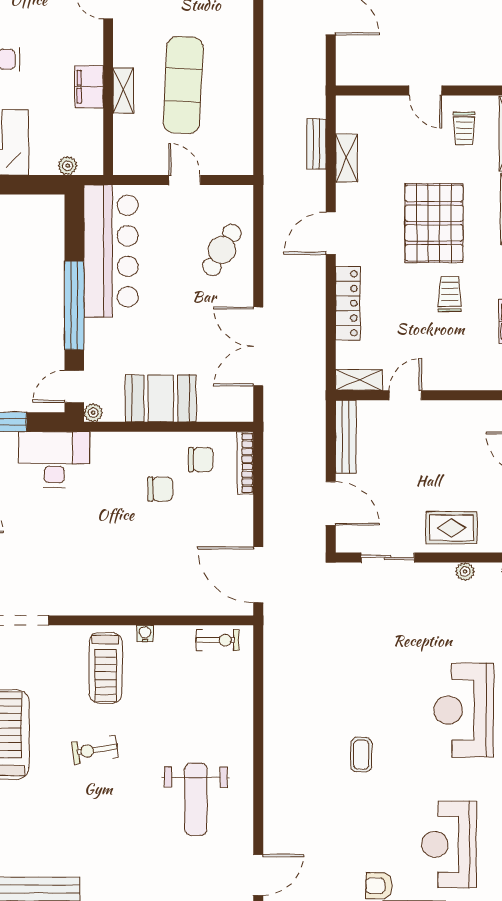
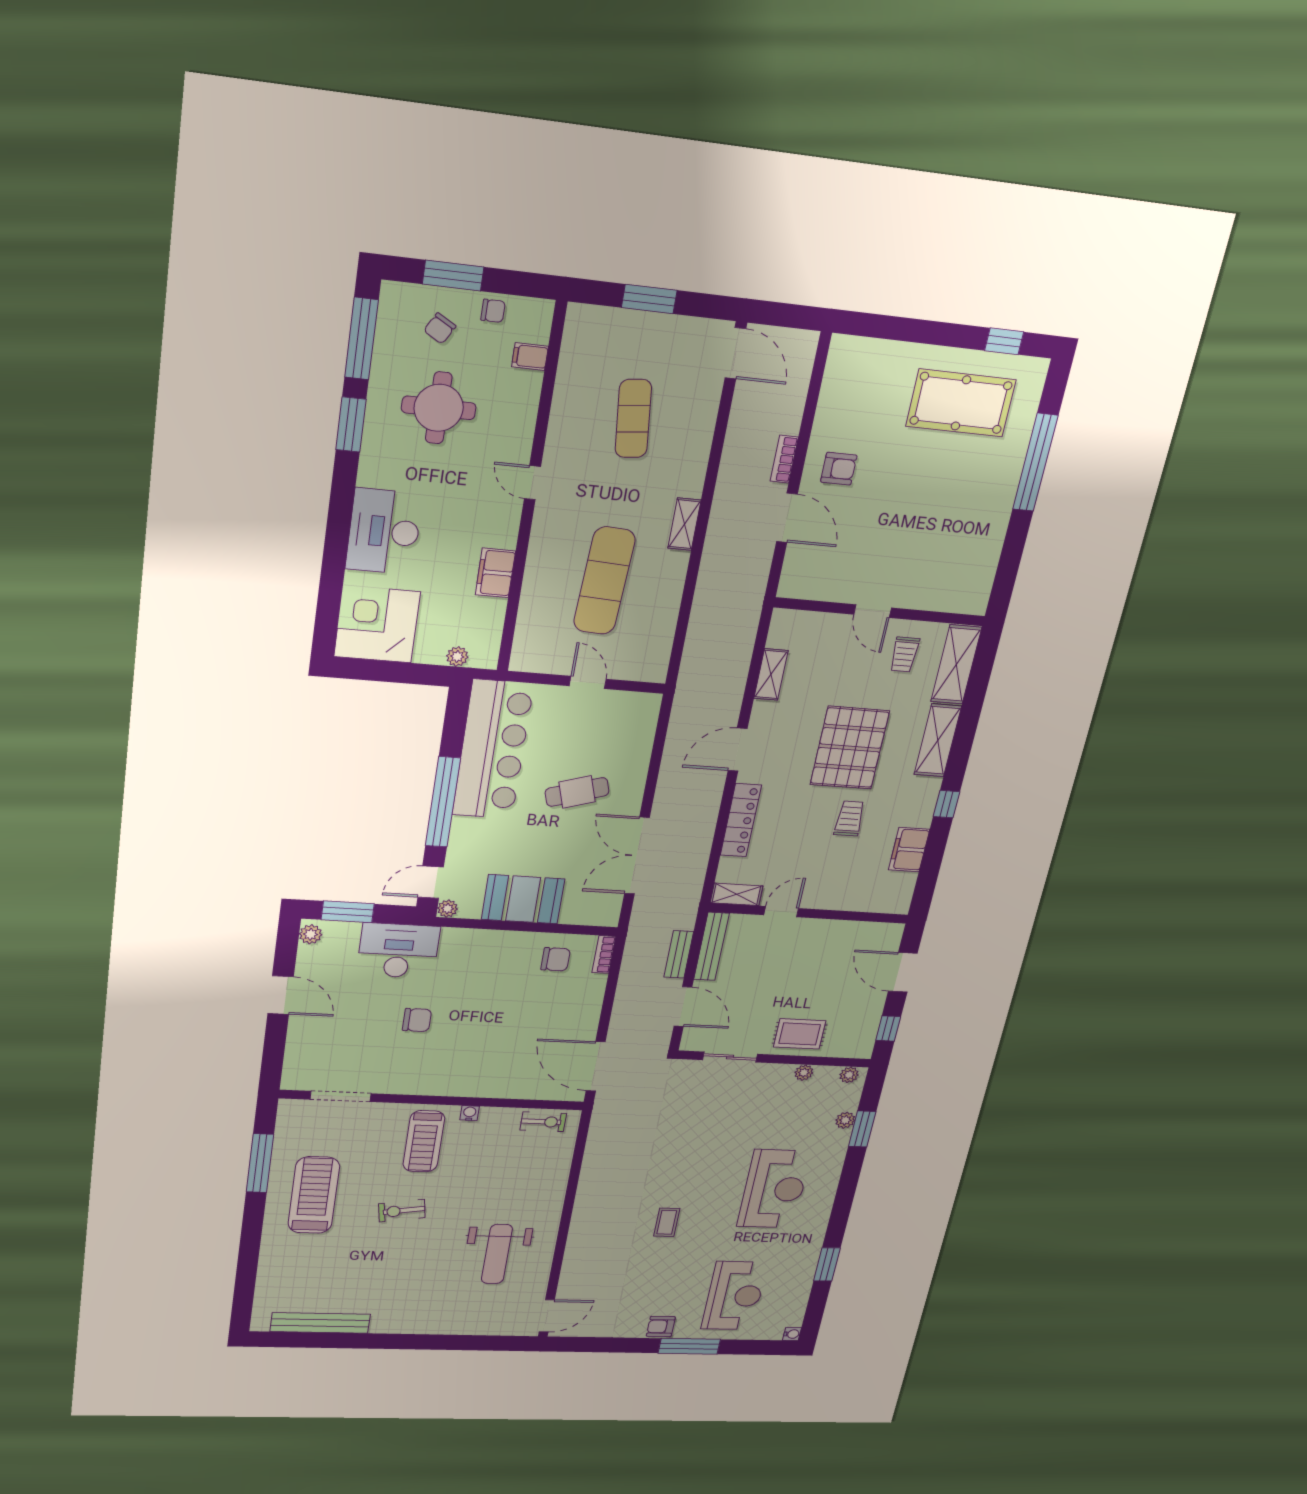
shelving: (123, 90) -> (684, 524), moved
bench: (316, 144) -> (679, 954), moved
cafe table: (222, 250) -> (577, 792), moved, turned 42
bookcase: (245, 463) -> (604, 955), width x0.64
chair: (160, 489) -> (417, 1020), moved
reception desk: (464, 710) -> (774, 1189), turned 180
reception desk: (449, 844) -> (734, 1296), turned 180

